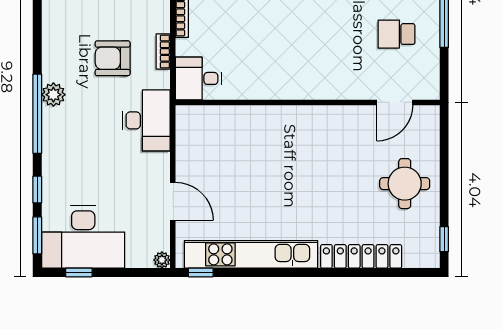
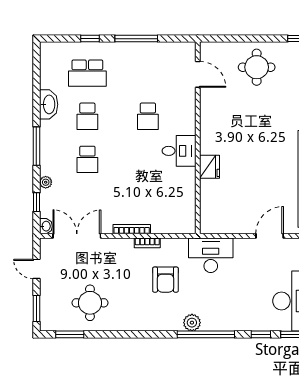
school desk: (397, 34) -> (148, 116), moved
bookcase: (163, 52) -> (147, 243), moved
desk: (198, 78) -> (179, 151), moved, turned -90
fridge: (268, 119) -> (209, 167), added

